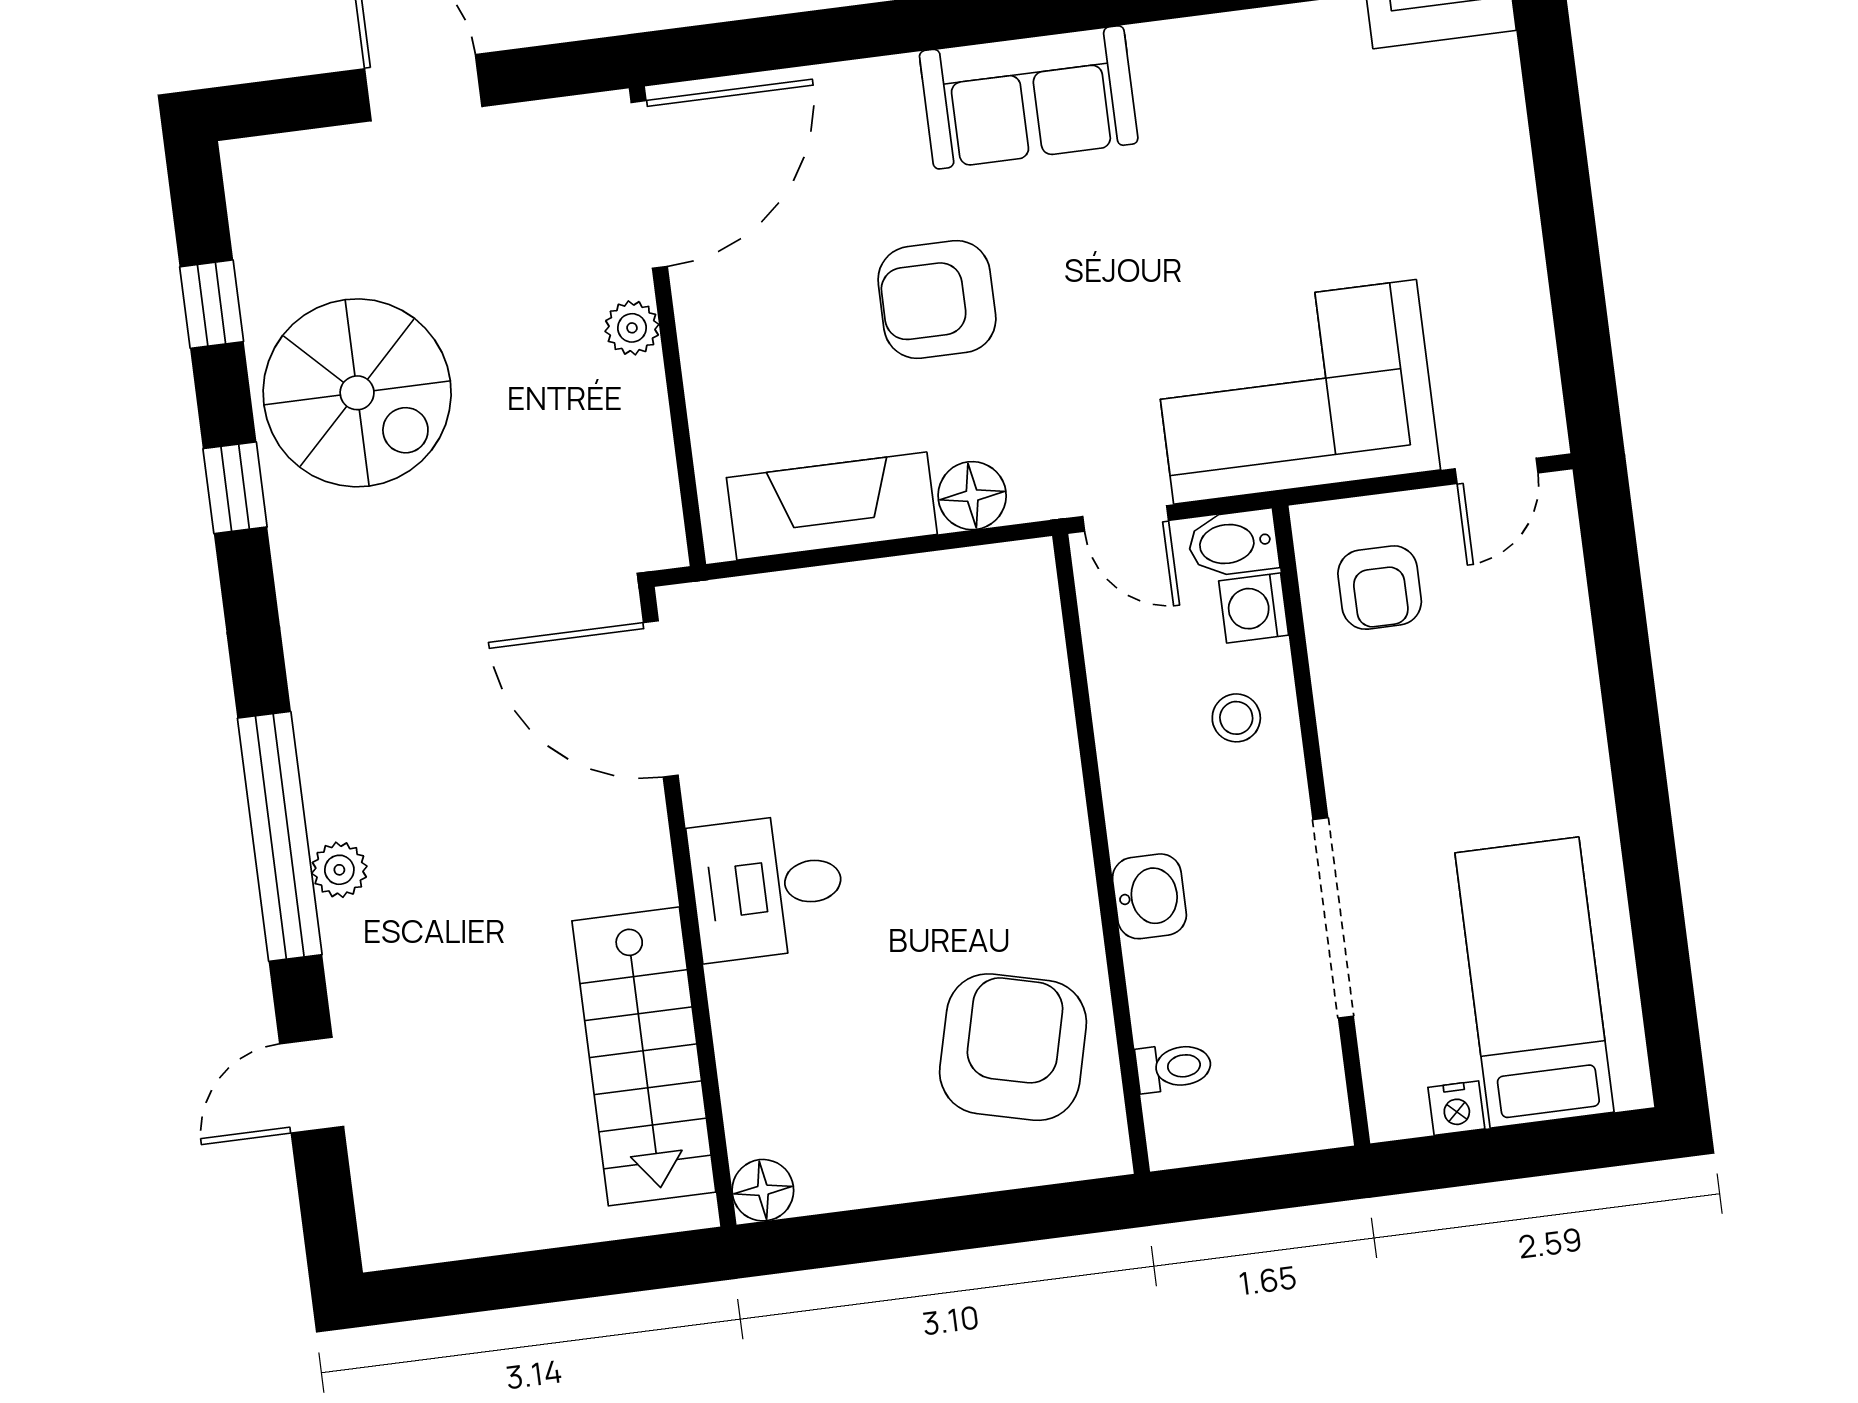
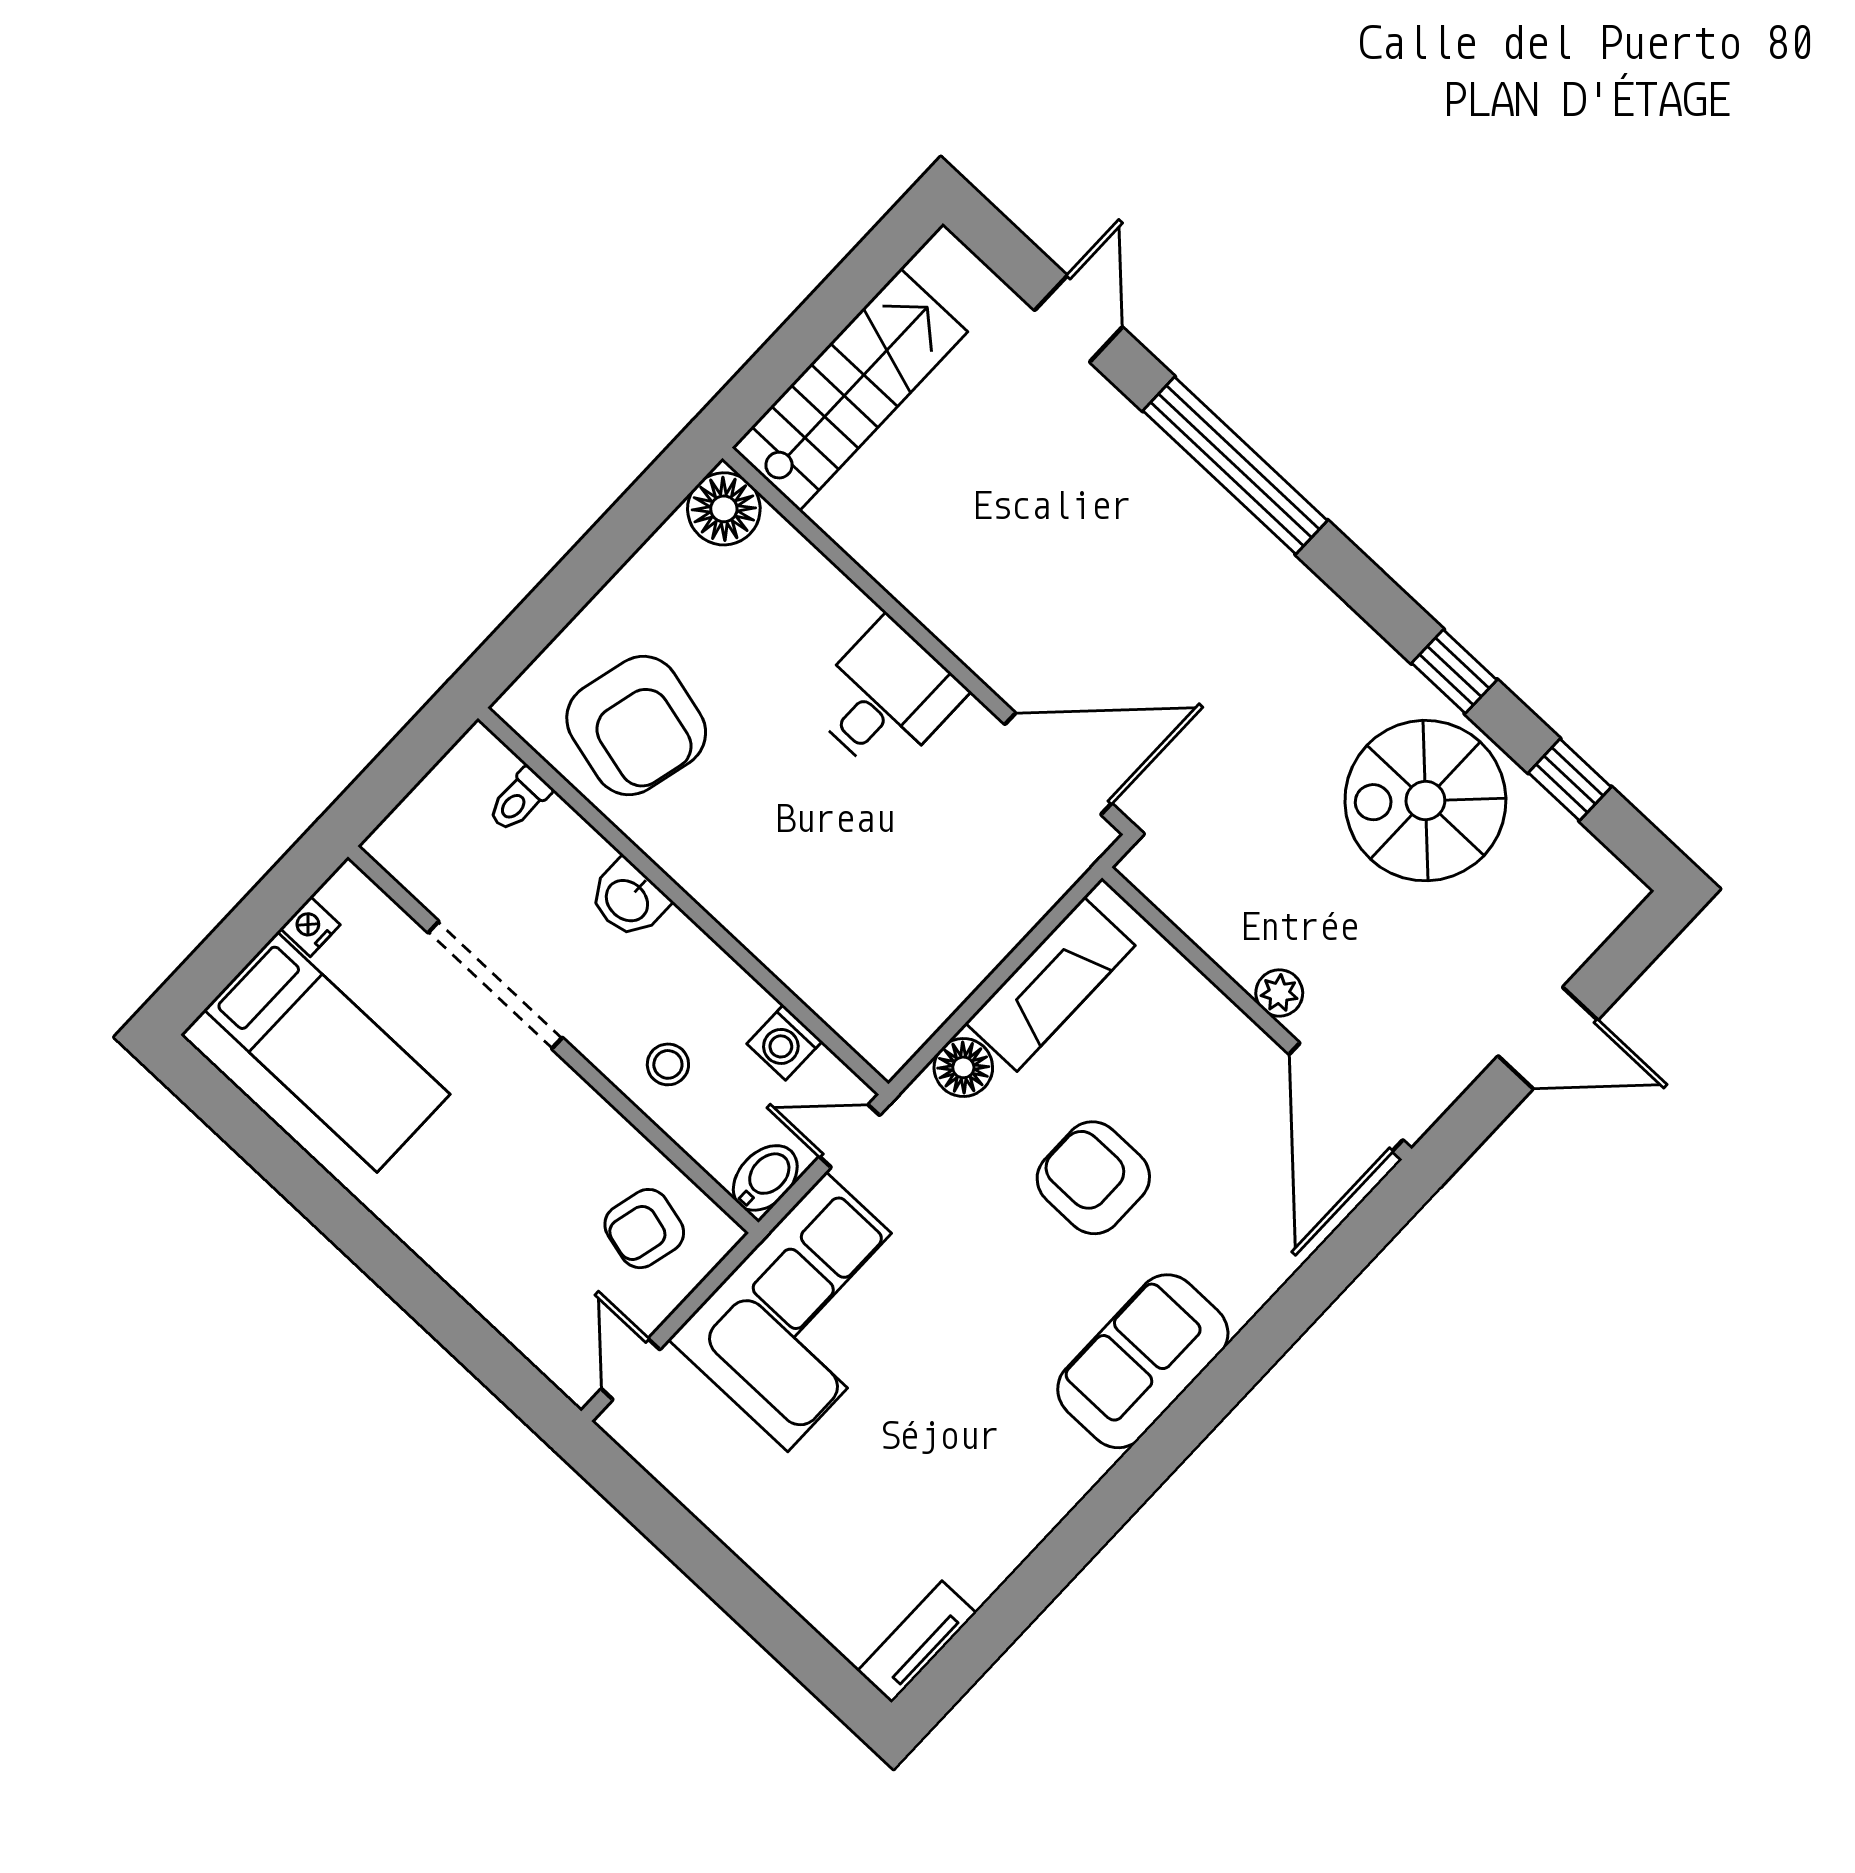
armchair: (937, 299) -> (1093, 1178), turned -90
armchair: (1380, 588) -> (644, 1229), turned -76
washing machine: (1254, 608) -> (785, 1043), moved, turned 180
plant: (339, 870) -> (1178, 476), removed
stairs: (644, 1056) -> (850, 390), moved, turned 90
floor lamp: (763, 1190) -> (724, 509), width x1.38, depth x1.38

